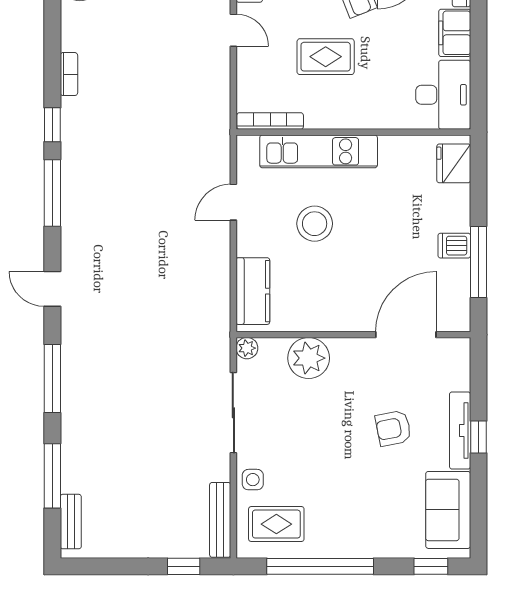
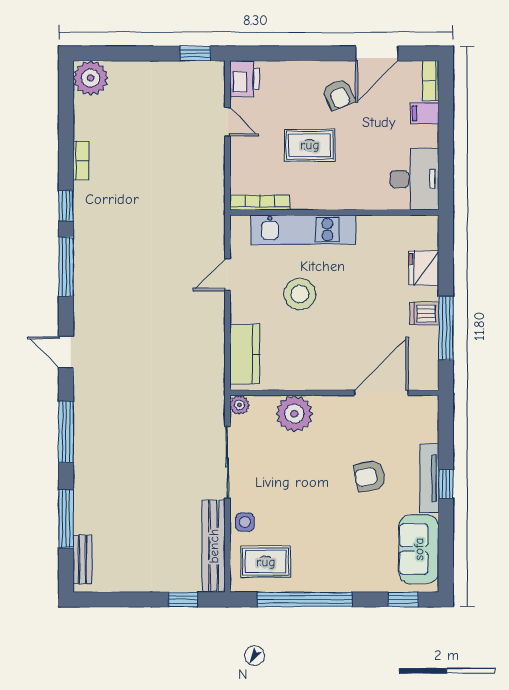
filing cabinet: (455, 33) -> (425, 113), width x0.50
fridge: (454, 163) -> (424, 268), moved
bench: (220, 520) -> (214, 546), width x1.37, depth x1.21

